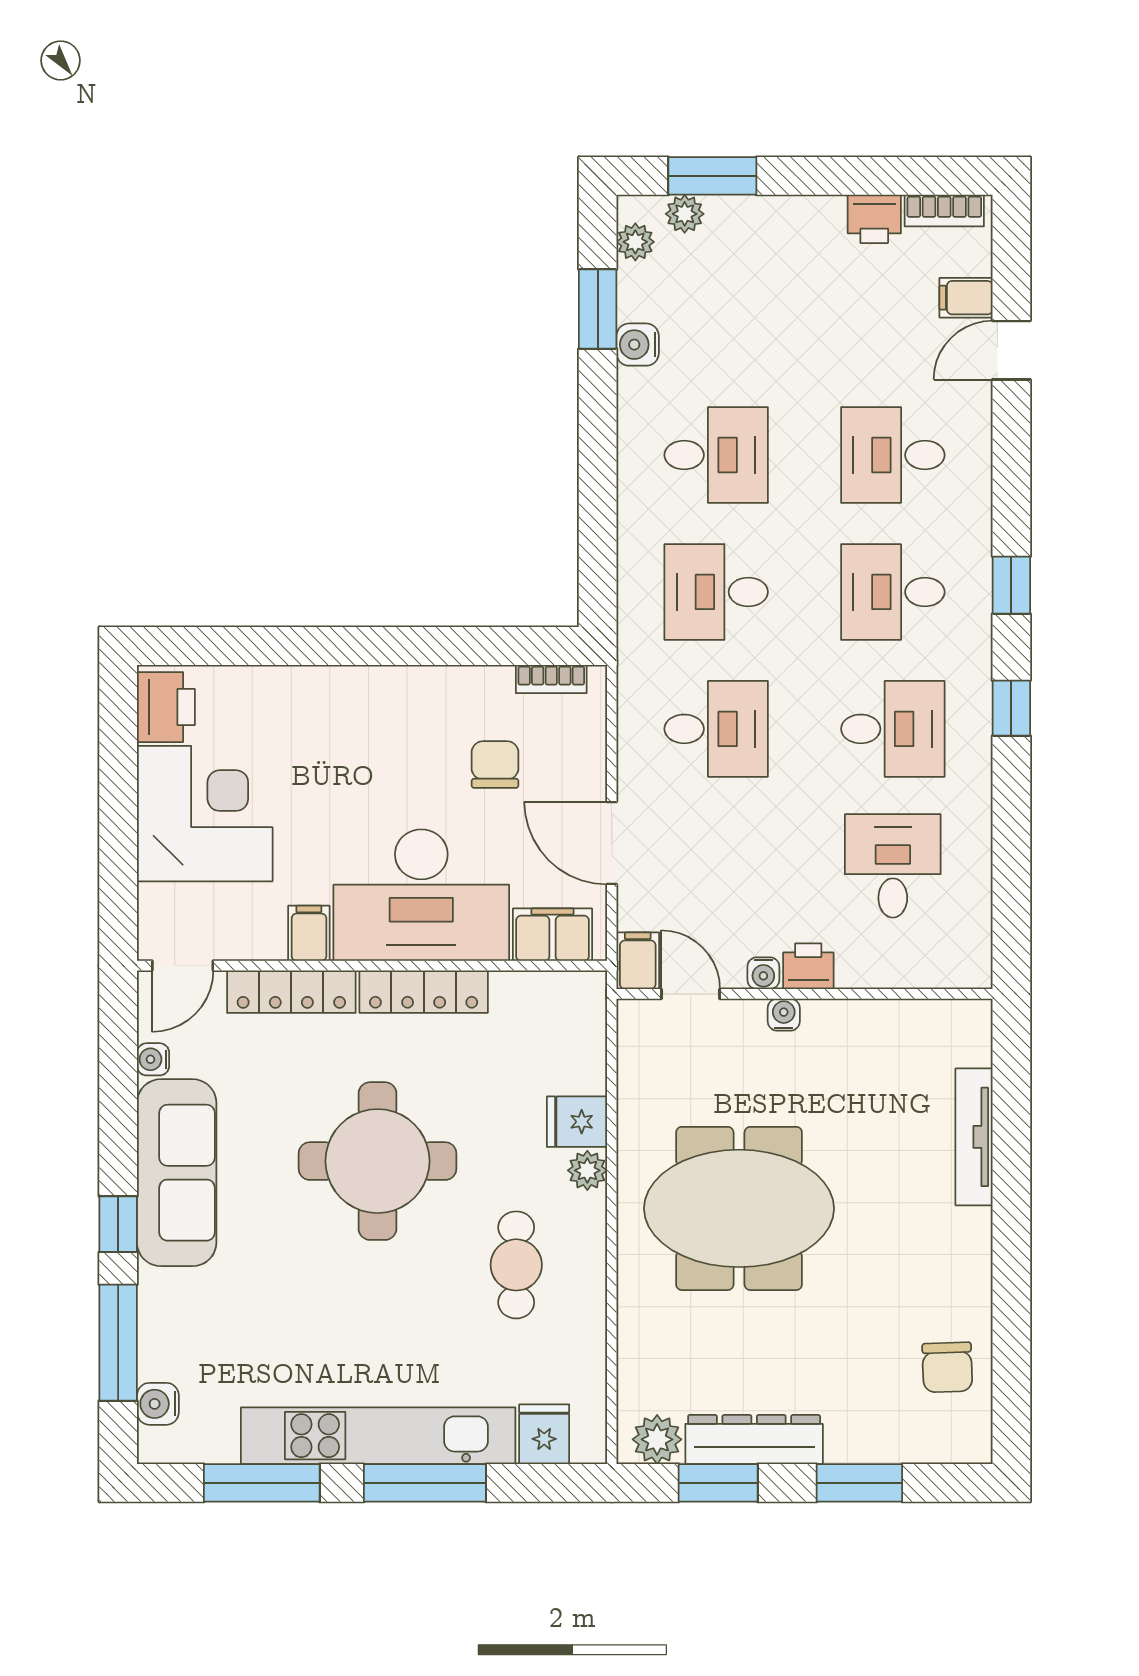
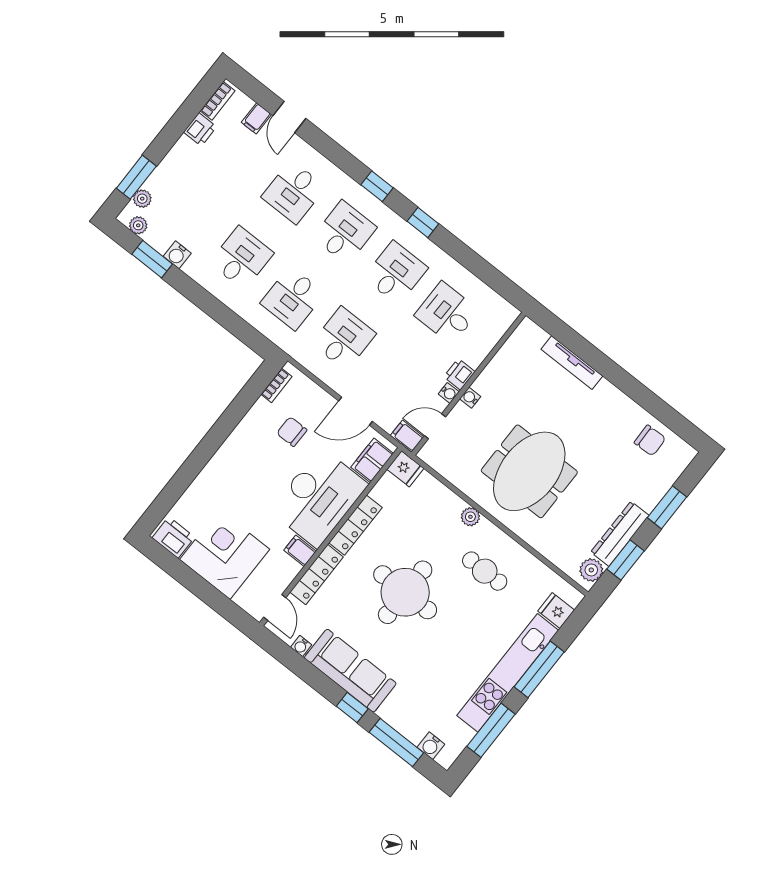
desk: (893, 592) -> (345, 232), turned 180
fridge: (577, 1122) -> (405, 469), moved, turned -90

